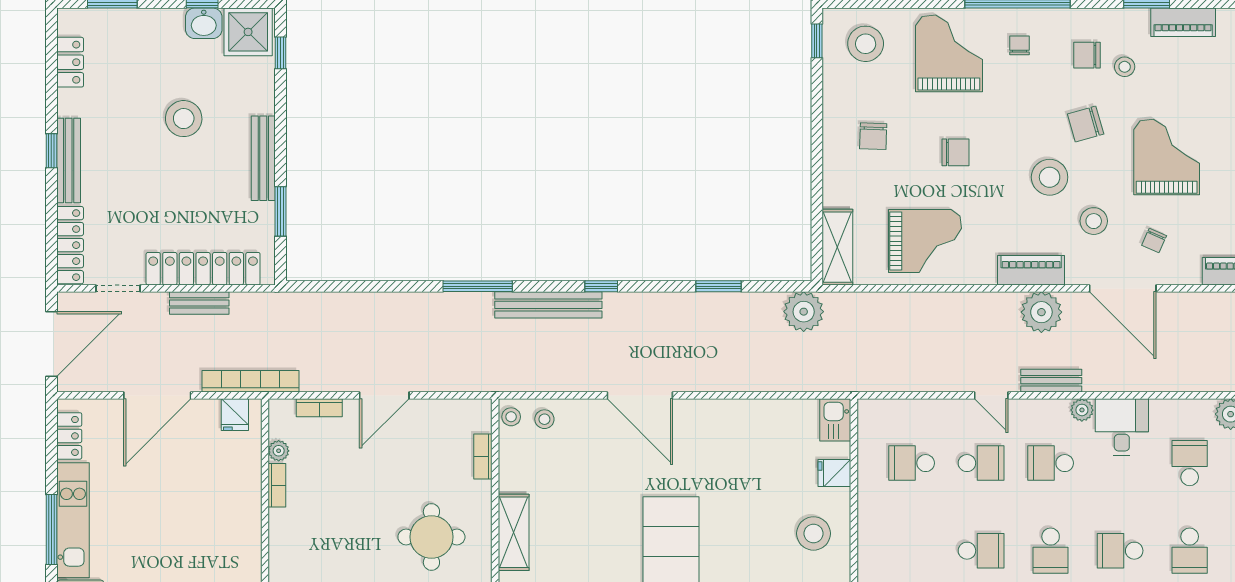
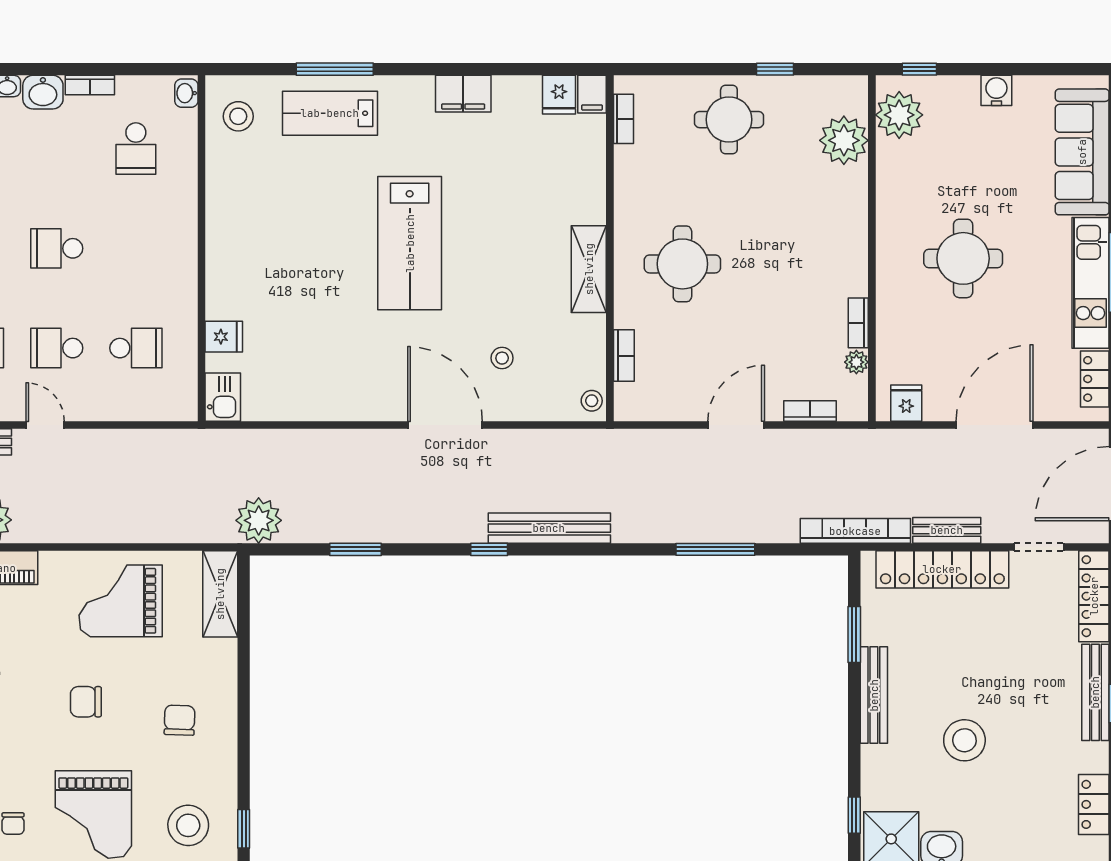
window: (478, 286) -> (715, 549), moved
bookcase: (250, 381) -> (855, 531), moved, turned 180
stool: (544, 419) -> (502, 358), moved
stool: (814, 533) -> (247, 268), removed
round table: (185, 542) -> (963, 258), added

